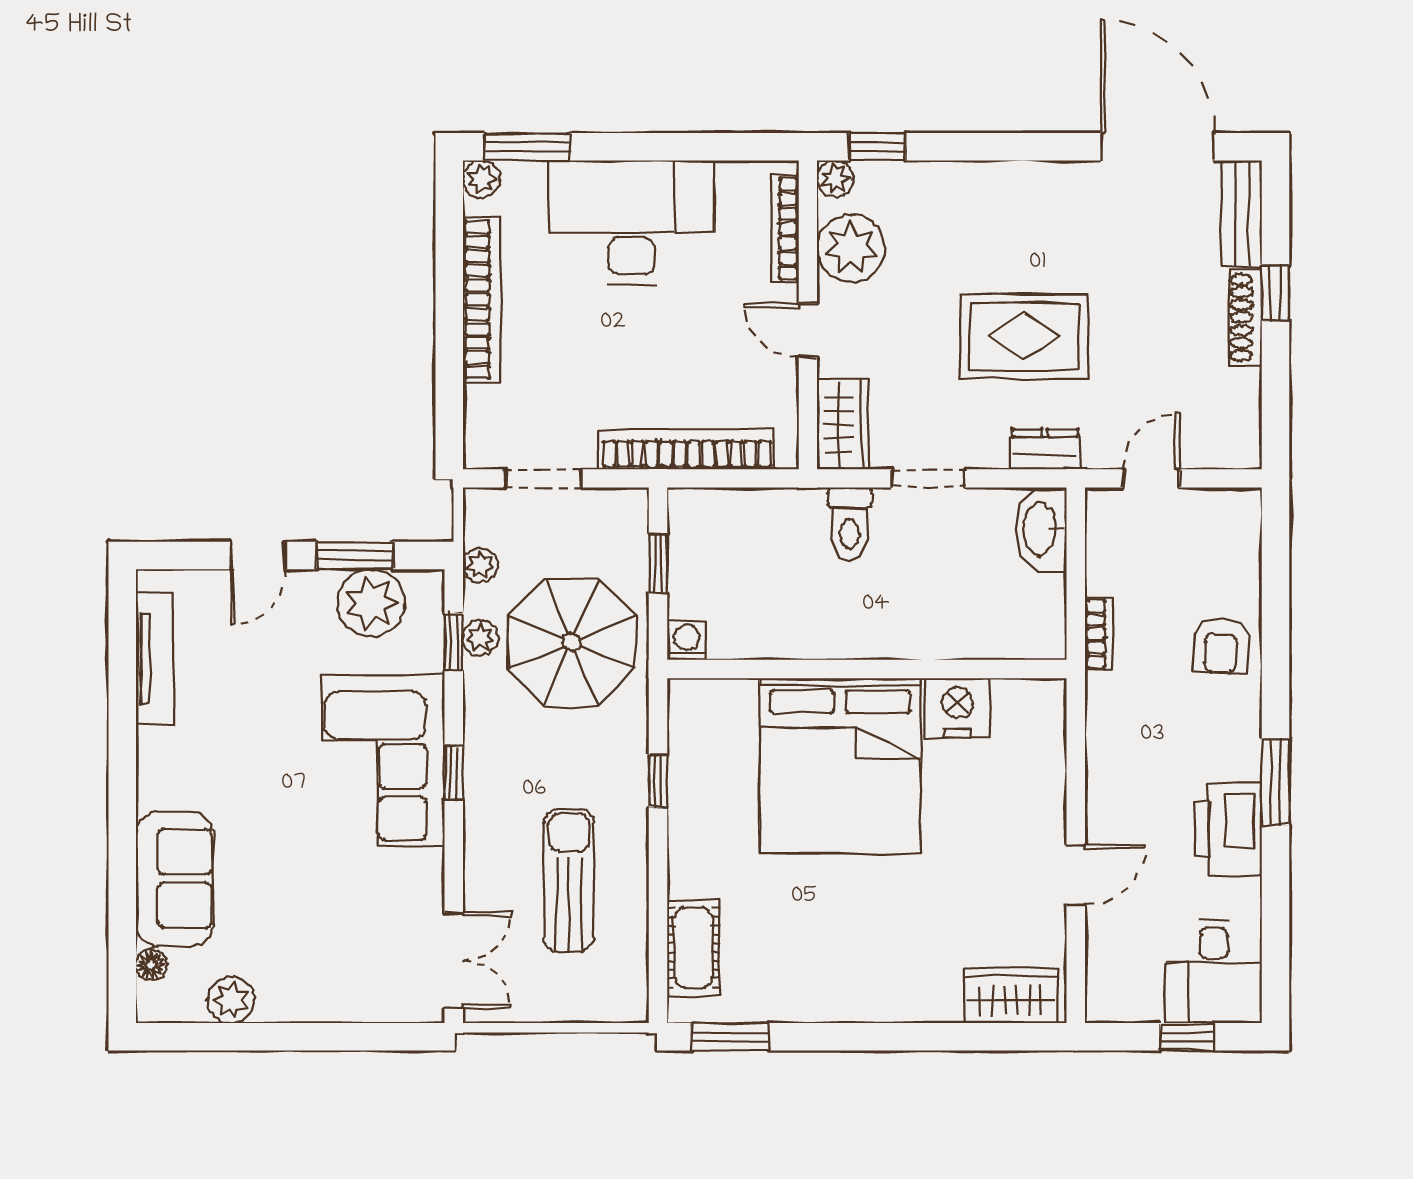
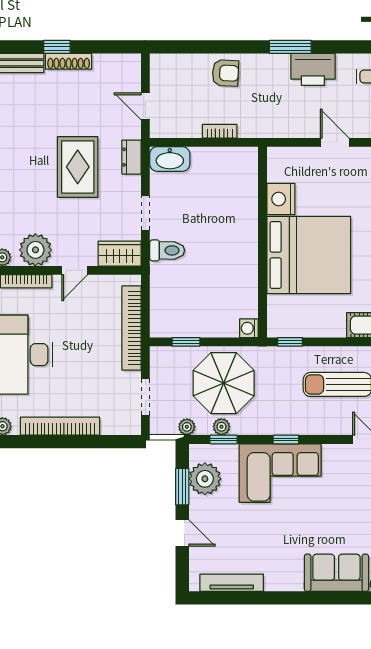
washing machine: (687, 640) -> (249, 328), moved
wall: (867, 669) -> (262, 242), moved
nightstand: (957, 708) -> (281, 199), moved
bed: (840, 766) -> (309, 255), moved

